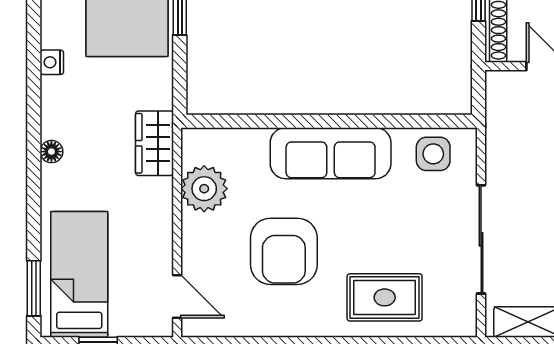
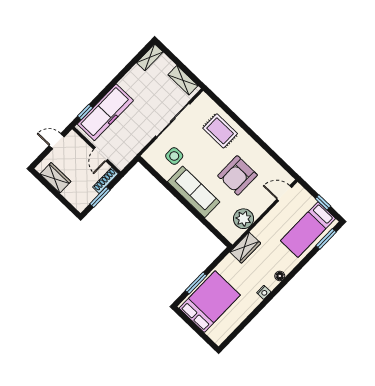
nightstand: (52, 62) -> (264, 292), moved
side table: (433, 154) -> (174, 156), moved
armchair: (284, 251) -> (238, 175), turned 180
door: (177, 296) -> (284, 193), hinge flipped

